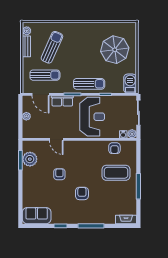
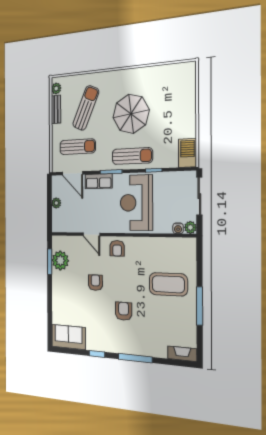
parasol: (115, 50) -> (131, 114), moved
reception desk: (92, 117) -> (136, 203), turned 180
armchair: (114, 148) -> (117, 248), moved

